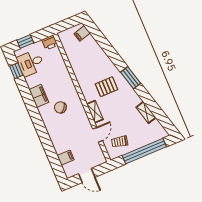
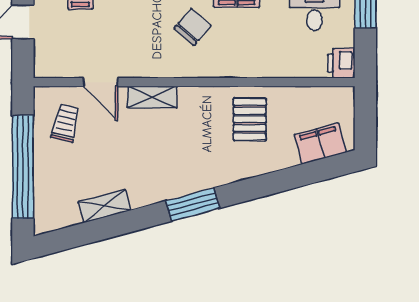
filing cabinet: (82, 33) -> (320, 144), width x2.00
pallet: (106, 87) -> (250, 119), moved

